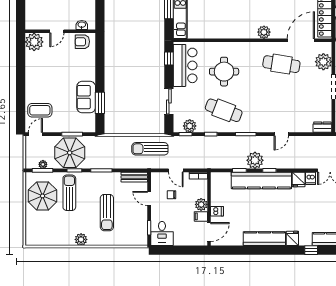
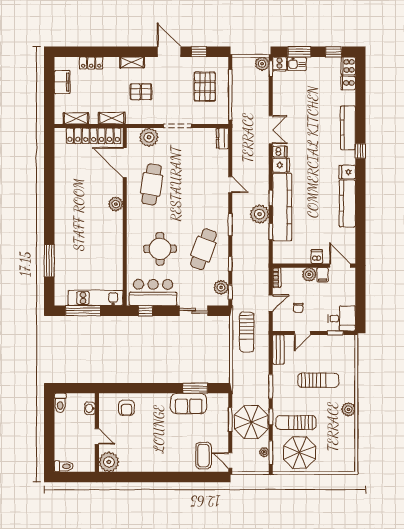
washbasin: (82, 25) -> (90, 408), moved
door: (57, 31) -> (97, 436), moved
wall: (60, 31) -> (97, 433), moved
plant: (34, 42) -> (109, 462), moved

